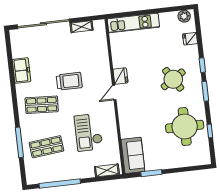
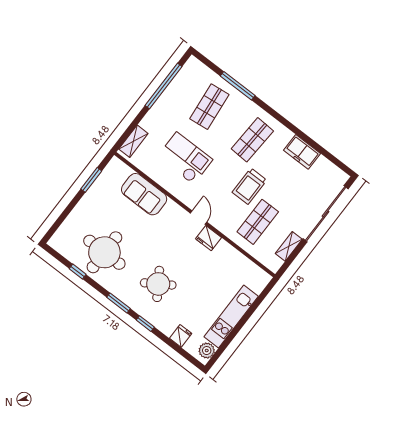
kitchen unit: (133, 23) -> (231, 317), moved
shop shelf: (85, 57) -> (258, 222), added
sofa: (133, 155) -> (144, 194), moved

